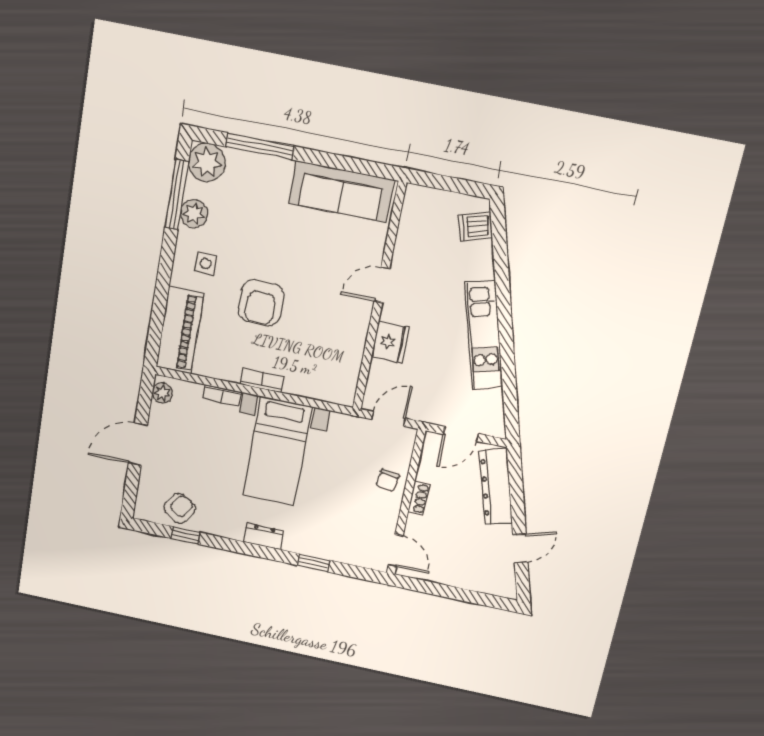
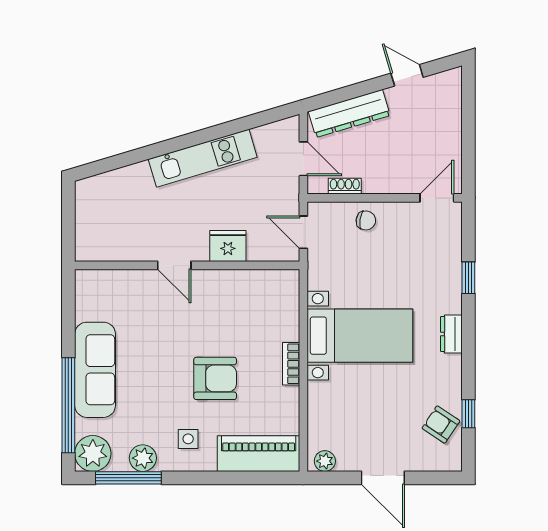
window: (260, 146) -> (68, 405), width x1.46
sofa: (341, 192) -> (95, 370), moved
dishwasher: (475, 227) -> (103, 189), removed
bookcase: (222, 395) -> (315, 401), removed
shoe rack: (419, 498) -> (345, 186), moved

